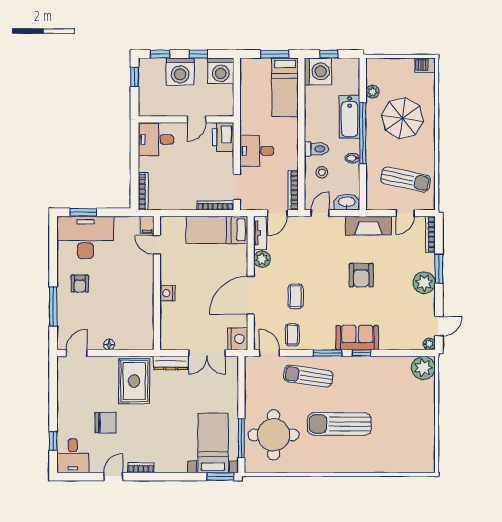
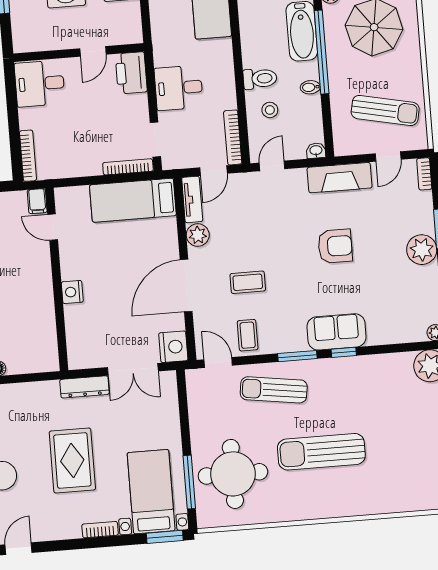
washbasin: (347, 202) -> (316, 151), width x0.52, depth x0.69
bookcase: (430, 234) -> (424, 174), width x0.64
armchair: (361, 275) -> (335, 246), turned -90
coffee table: (296, 296) -> (248, 282), turned 90
rug: (134, 381) -> (72, 460), moved
bookcase: (141, 468) -> (100, 530), moved

